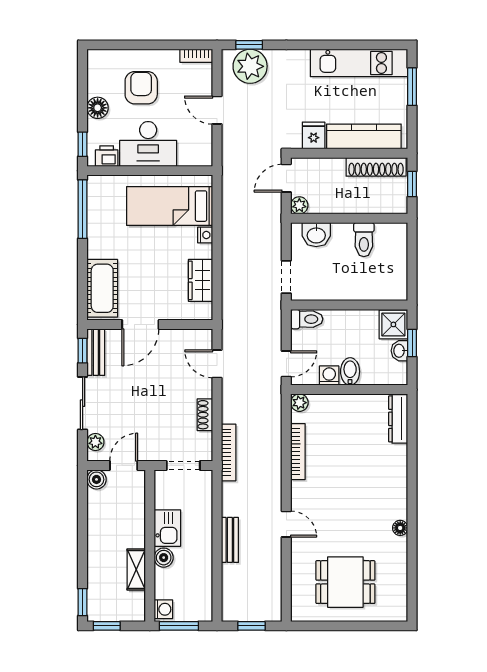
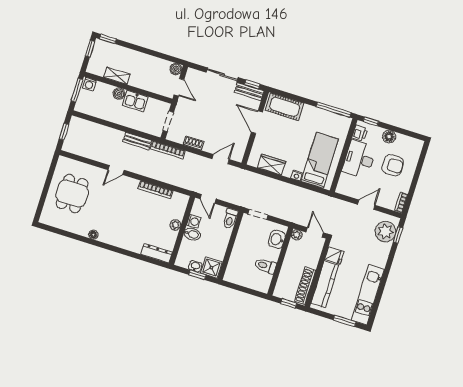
plant: (299, 403) -> (175, 225), moved
plant: (95, 442) -> (198, 75), removed
bench: (230, 540) -> (137, 141), moved

